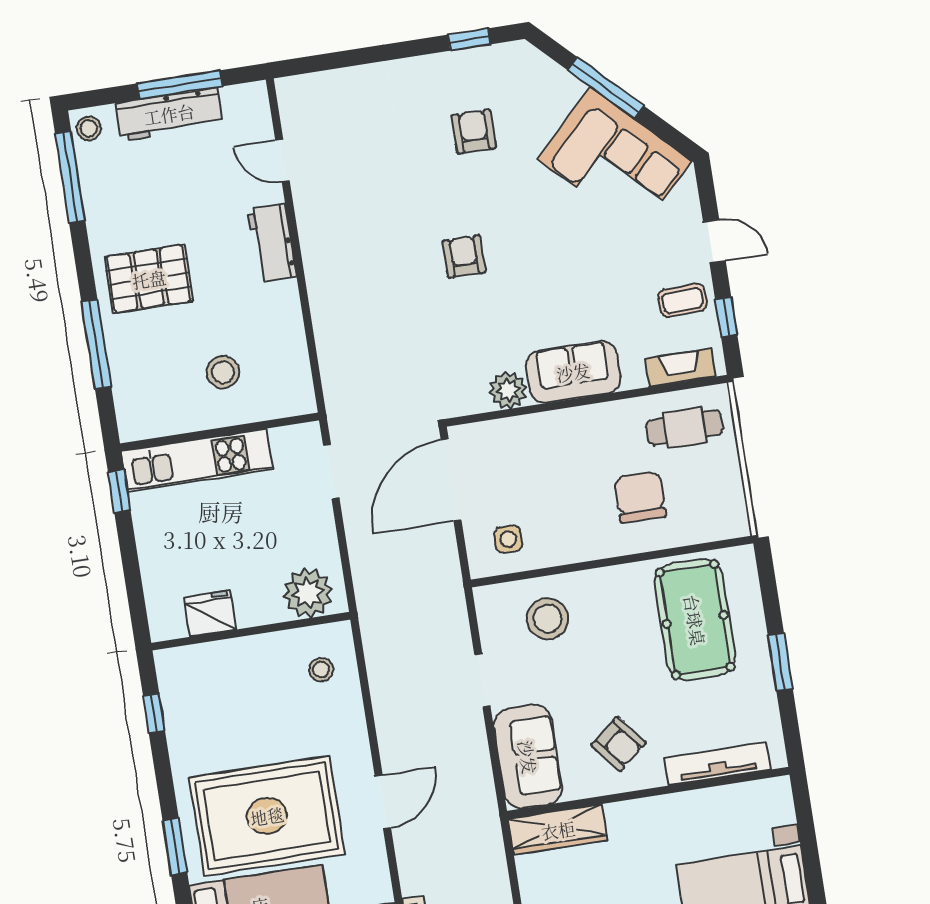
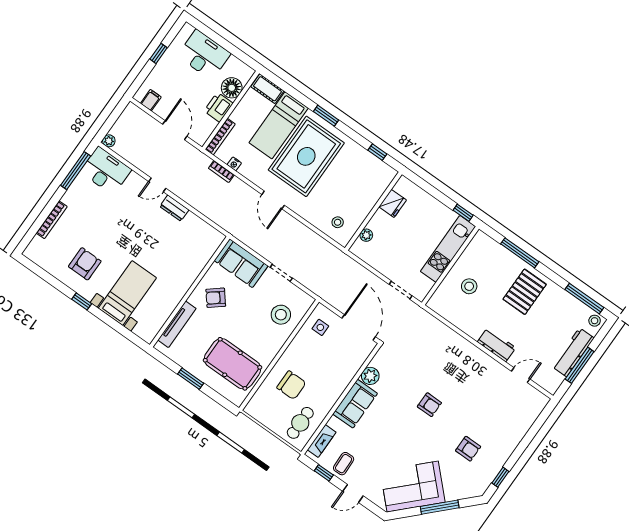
plant: (308, 593) -> (366, 235), width x0.53, depth x0.53
wardrobe: (558, 830) -> (207, 249), removed

